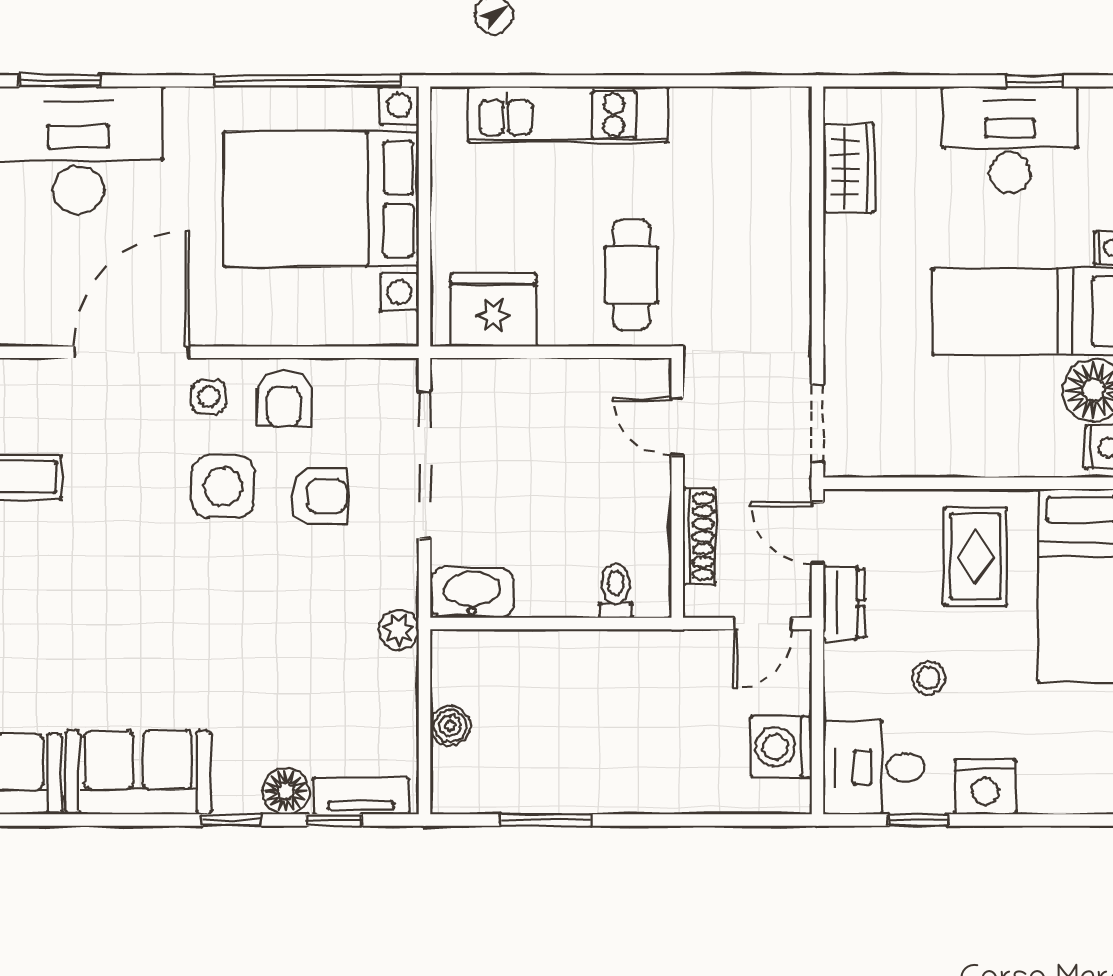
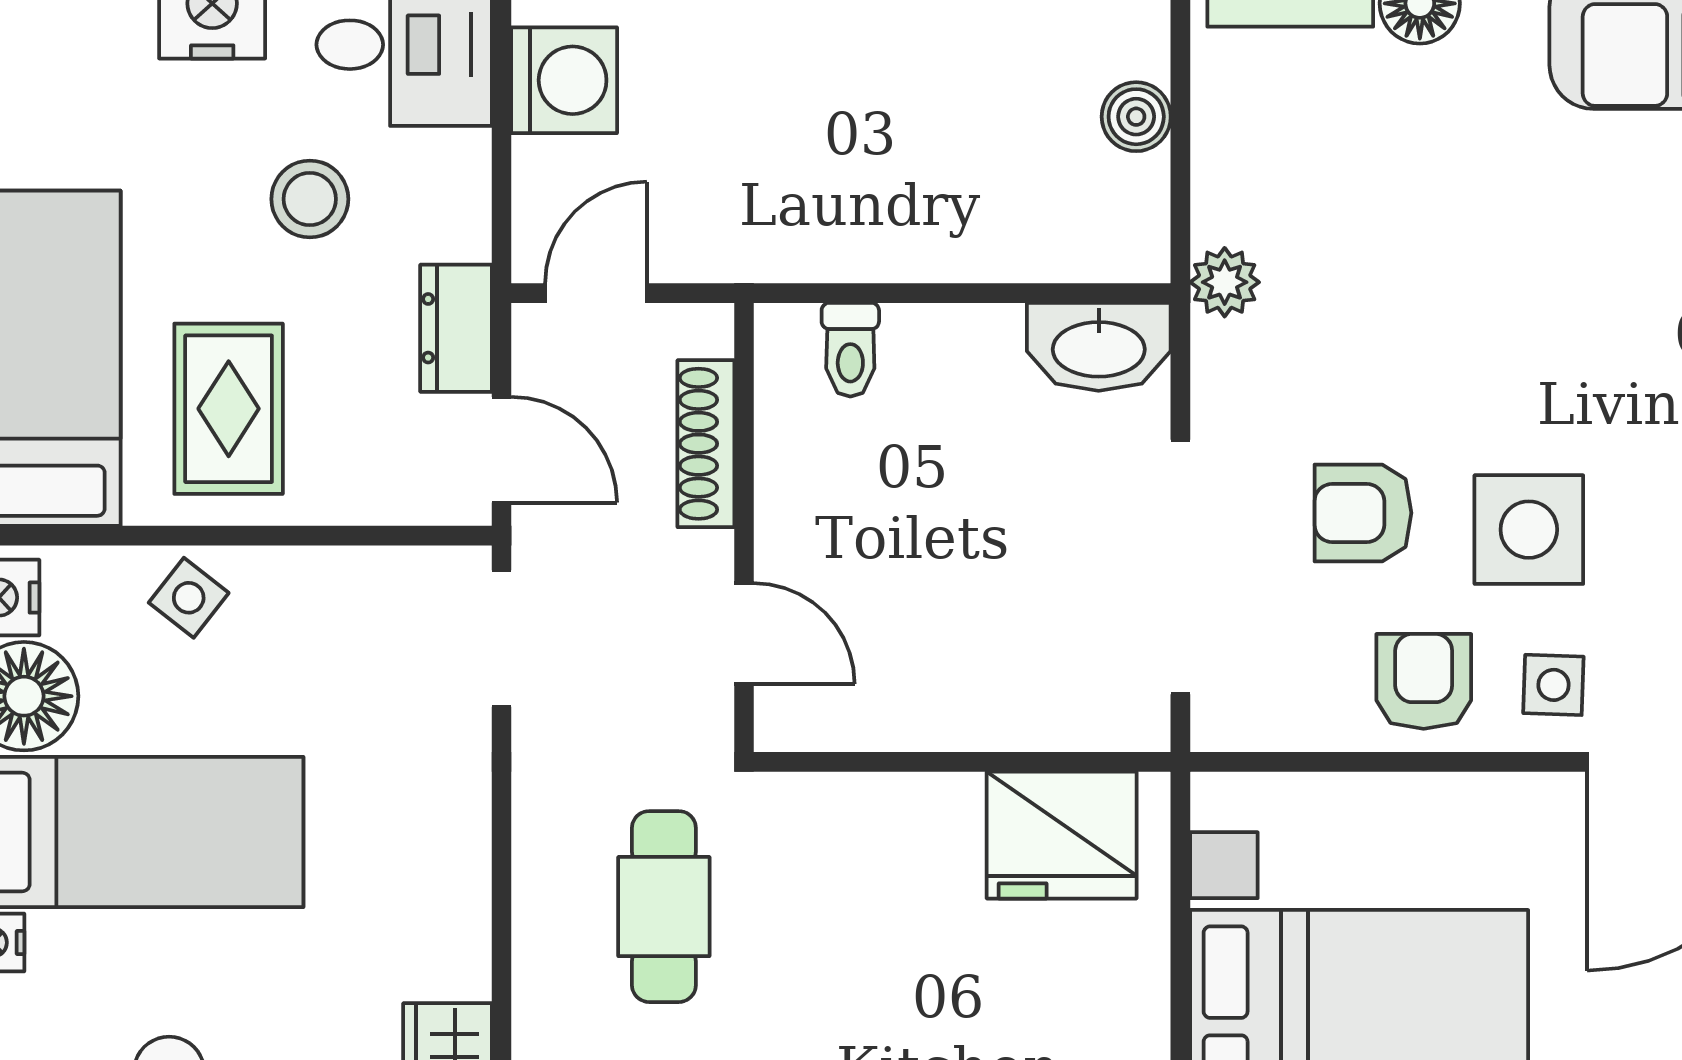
cafe table: (631, 275) -> (664, 907), moved
side table: (999, 447) -> (189, 598), added
stool: (928, 678) -> (310, 199), width x1.37, depth x1.37

